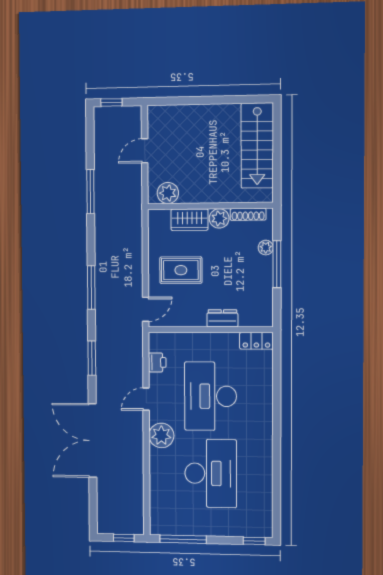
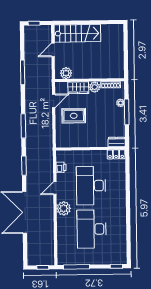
stairs: (257, 146) -> (77, 33), moved, turned -90
door: (146, 309) -> (54, 101), moved
dresser: (222, 318) -> (117, 142), moved
desk: (211, 473) -> (92, 229), turned 180

